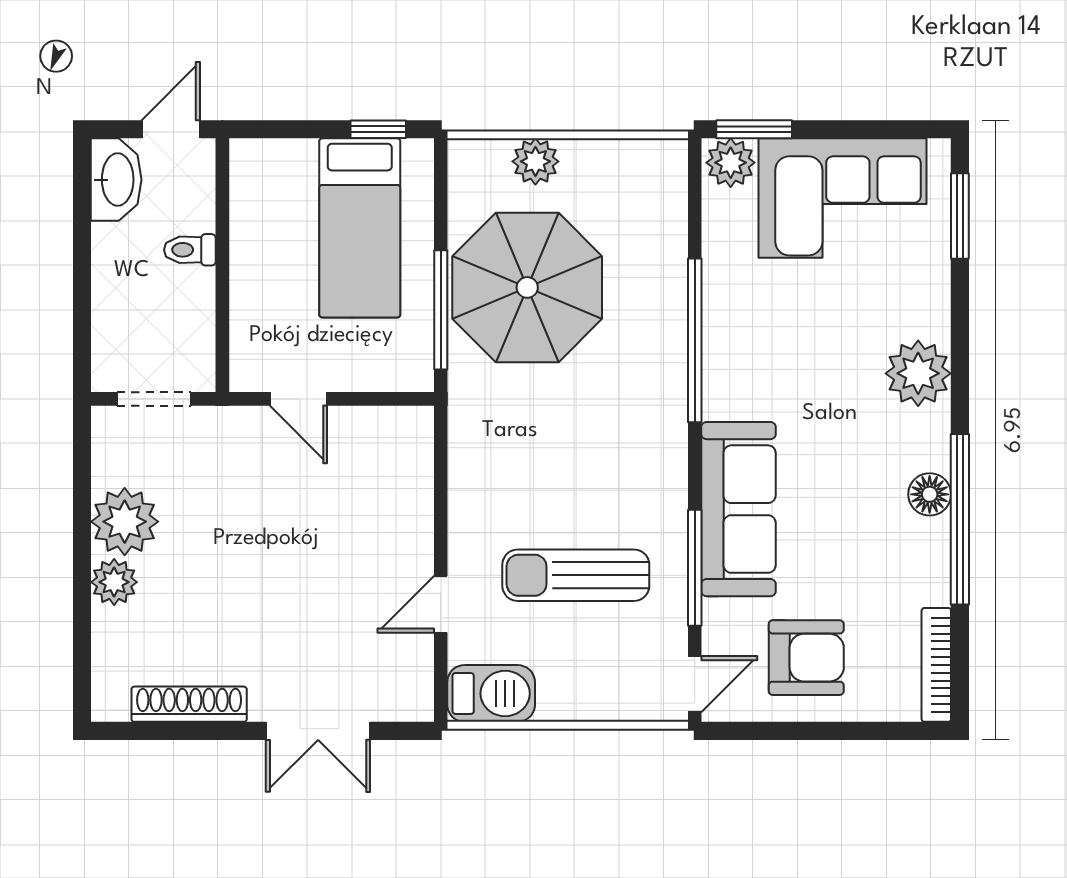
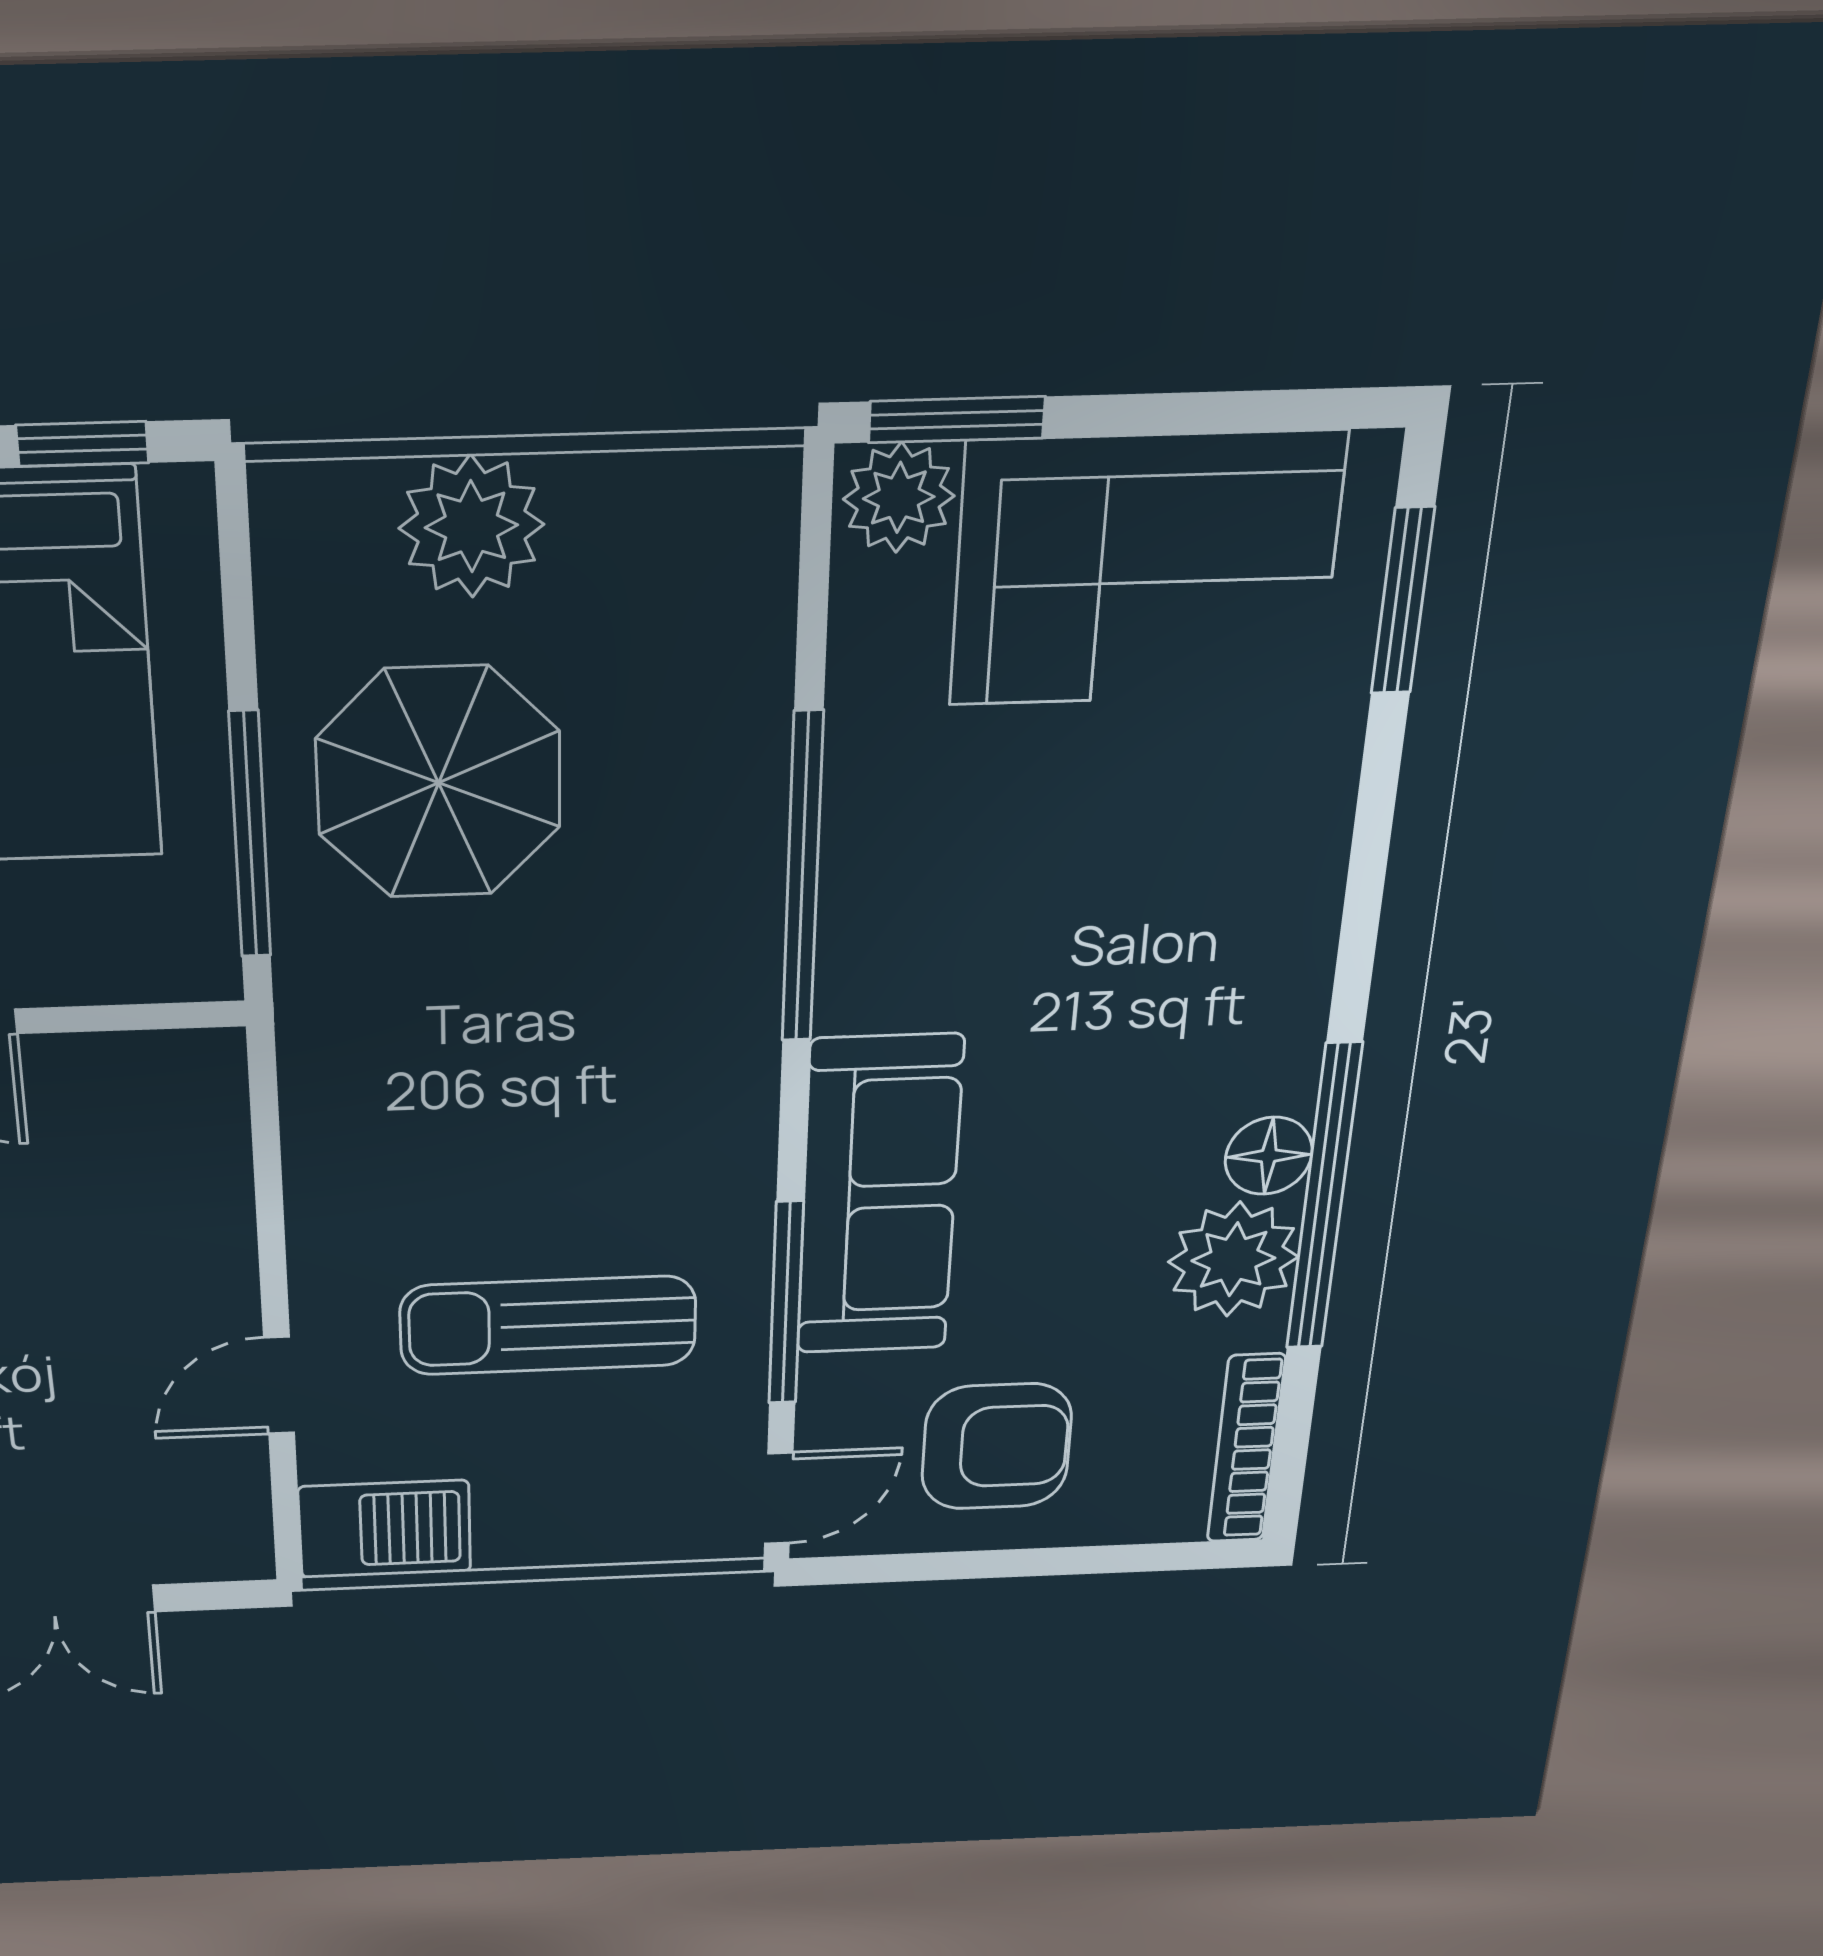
plant: (535, 161) -> (471, 526), width x1.36, depth x1.36
parasol: (527, 287) -> (439, 783), width x0.73, depth x0.73
plant: (918, 373) -> (1233, 1259), moved

